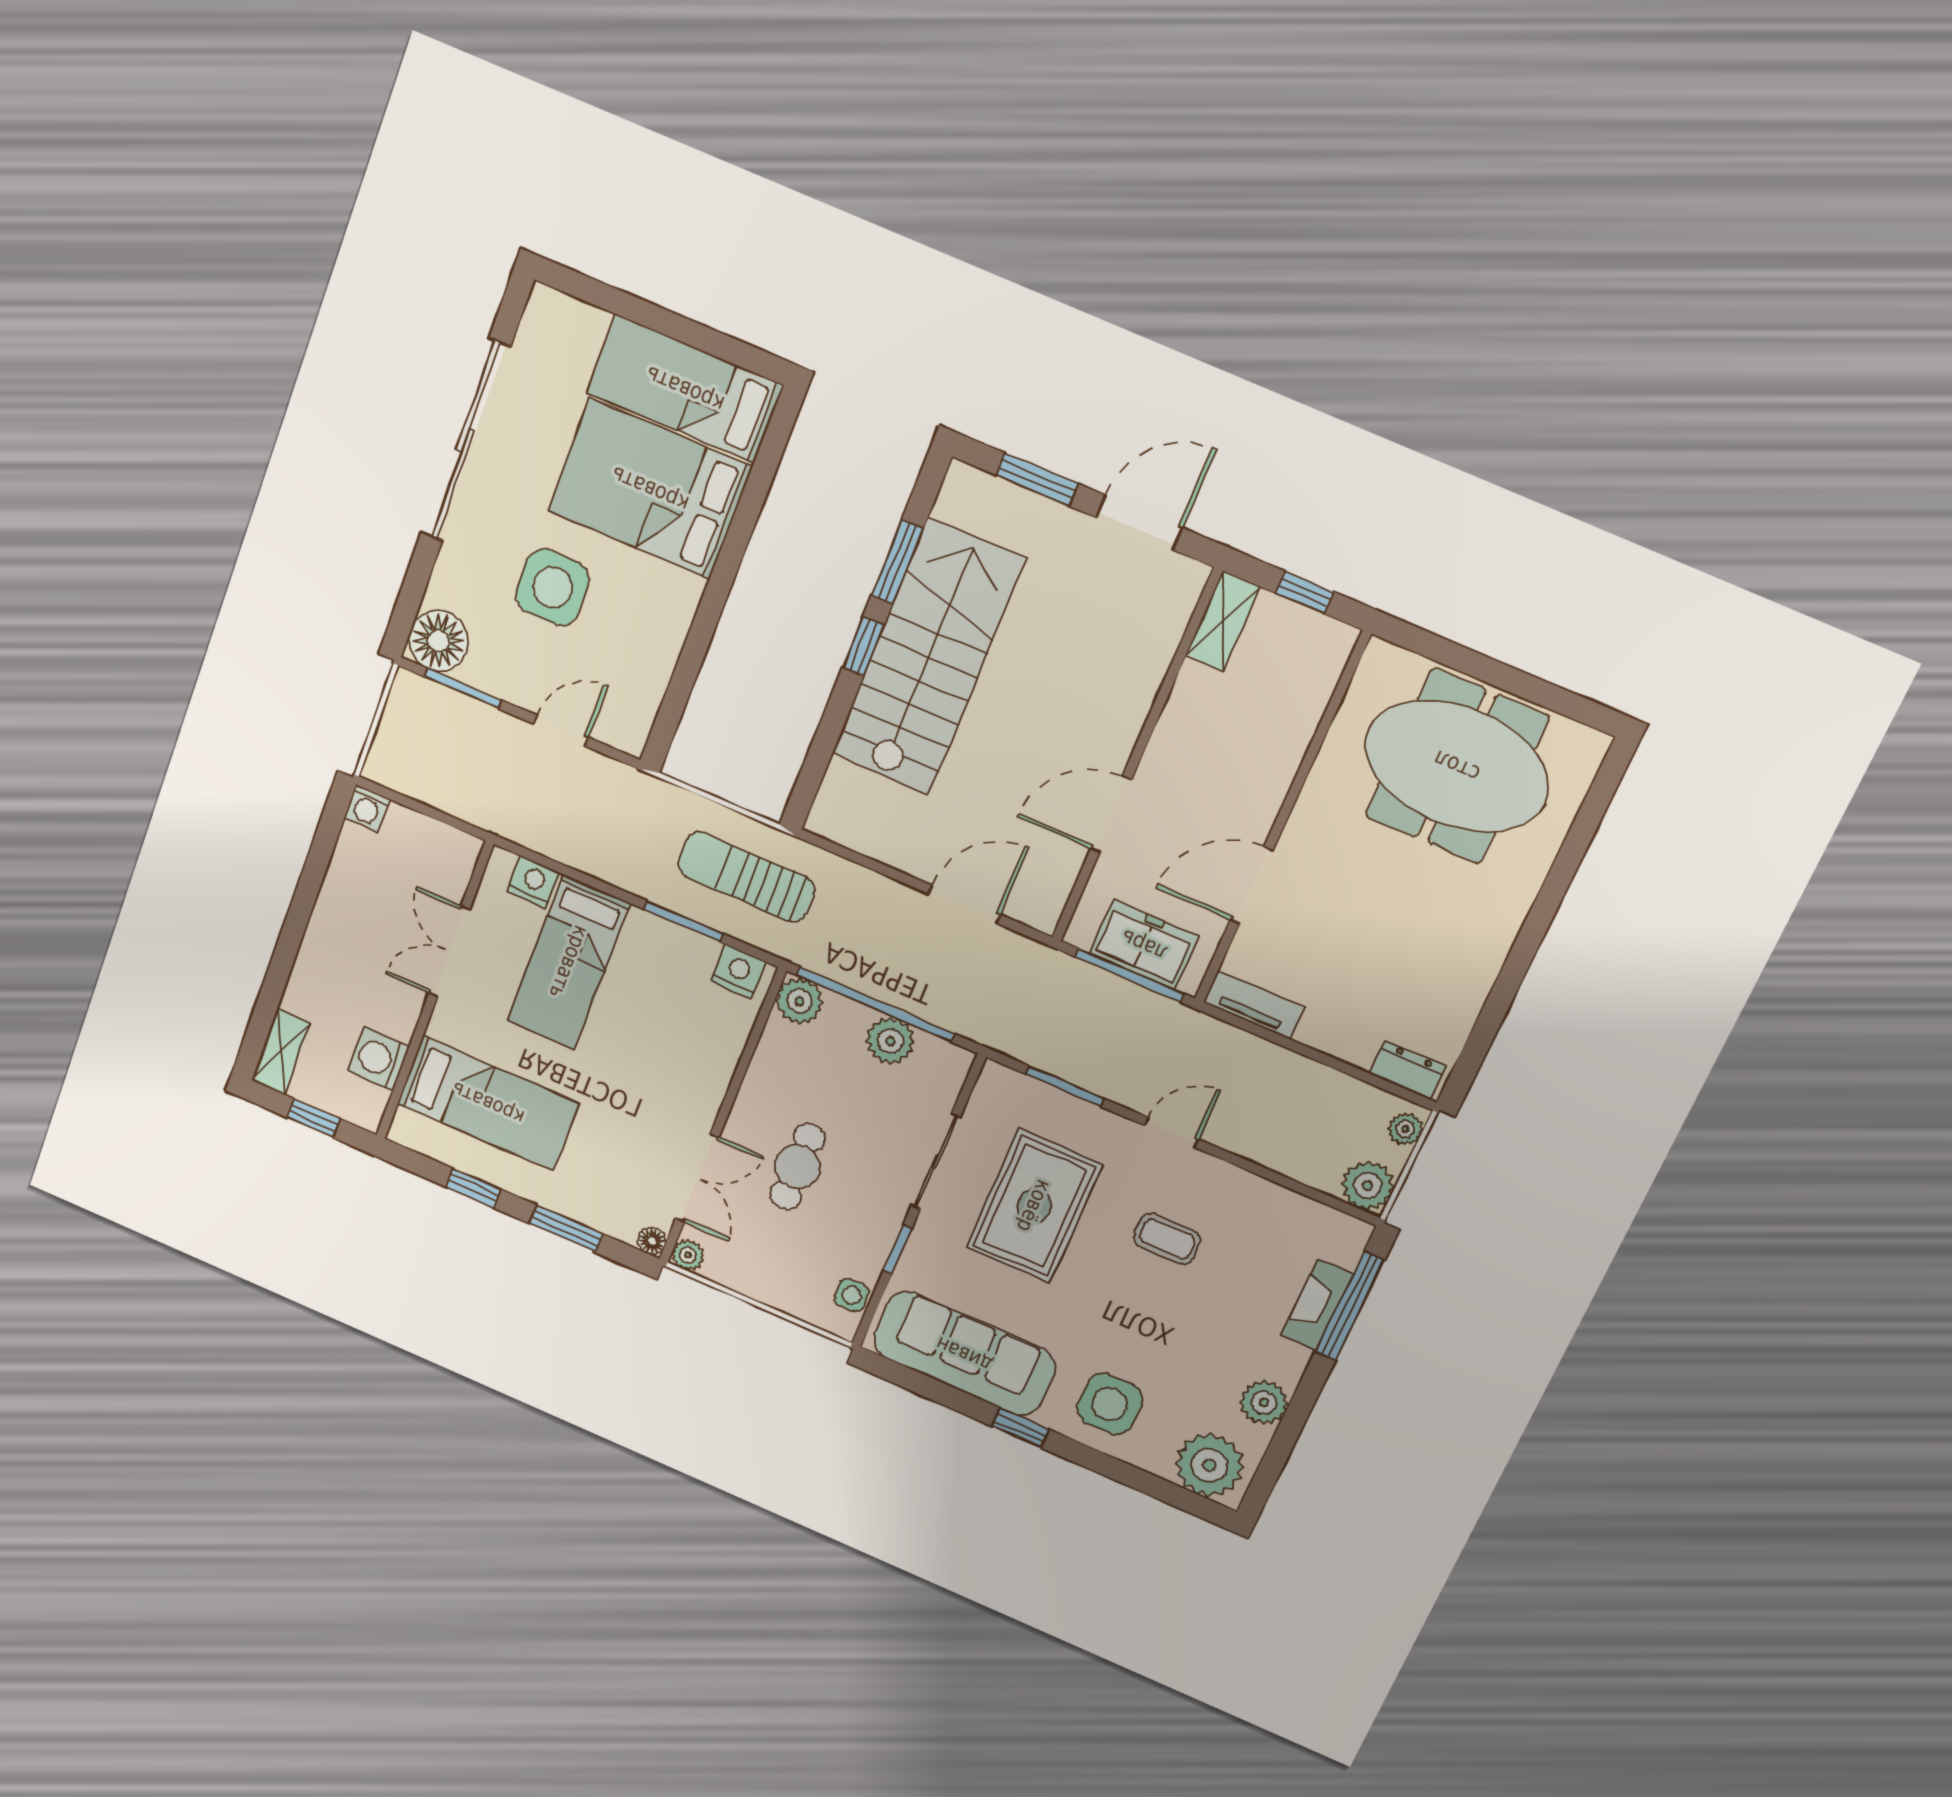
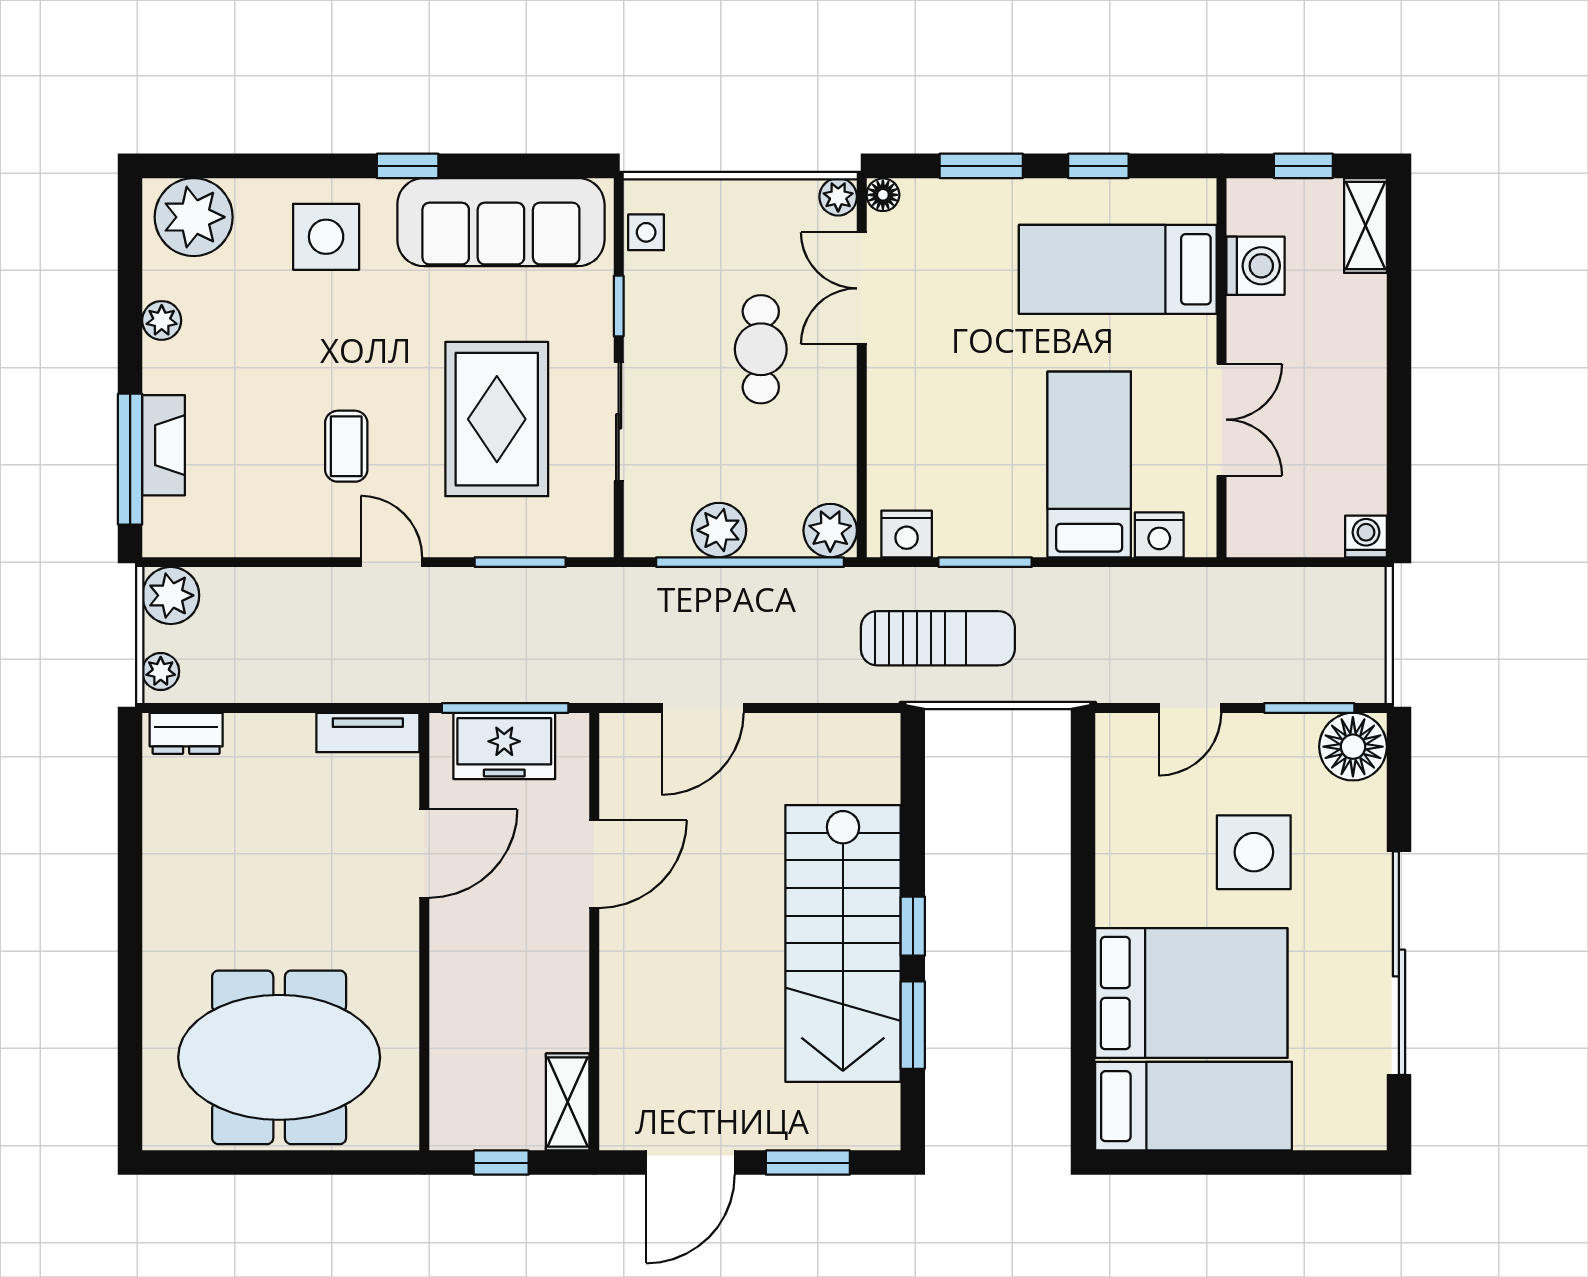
door: (1172, 1132) -> (391, 562), swing flipped
coffee table: (1167, 1239) -> (346, 446), turned 90
plant: (1264, 1403) -> (162, 320), width x0.73, depth x0.73

